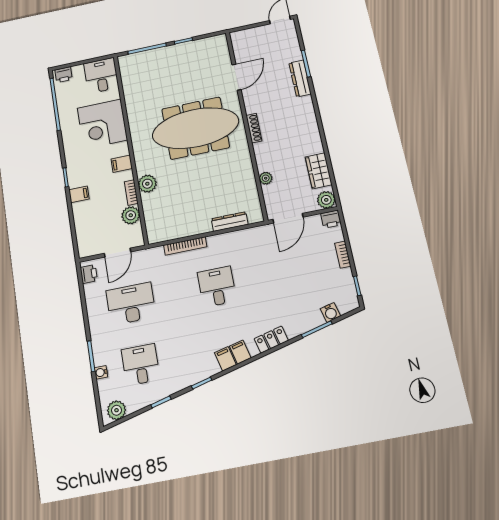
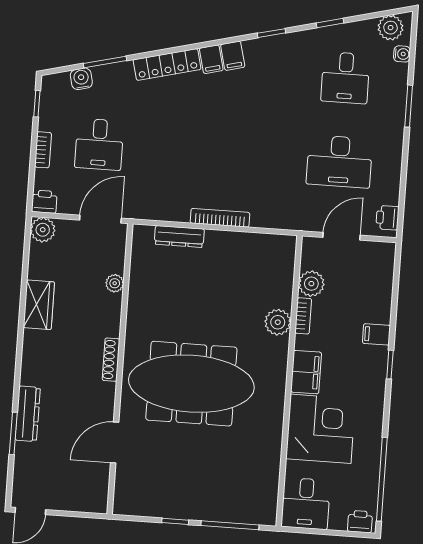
filing cabinet: (122, 164) -> (306, 372), width x2.00
wardrobe: (319, 171) -> (39, 305), moved
bookcase: (185, 246) -> (220, 218), moved
desk: (217, 287) -> (99, 144), moved
locker: (271, 340) -> (167, 65), width x1.53
water cooler: (101, 372) -> (402, 54), moved

